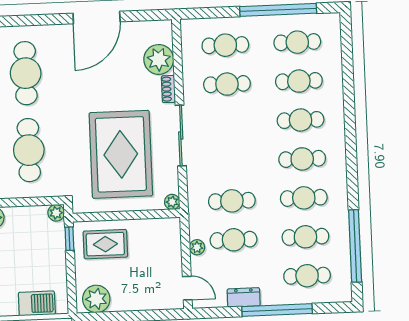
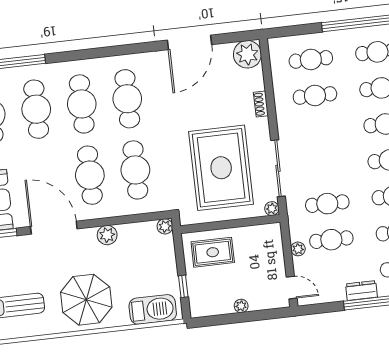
plant: (159, 59) -> (247, 54), moved
sliding door: (181, 135) -> (278, 168), moved
window: (69, 239) -> (183, 286), moved
dresser: (244, 297) -> (361, 290), moved
plant: (96, 299) -> (241, 306), moved, width x0.53, depth x0.53
barbecue: (37, 303) -> (153, 309), width x1.37, depth x1.21

